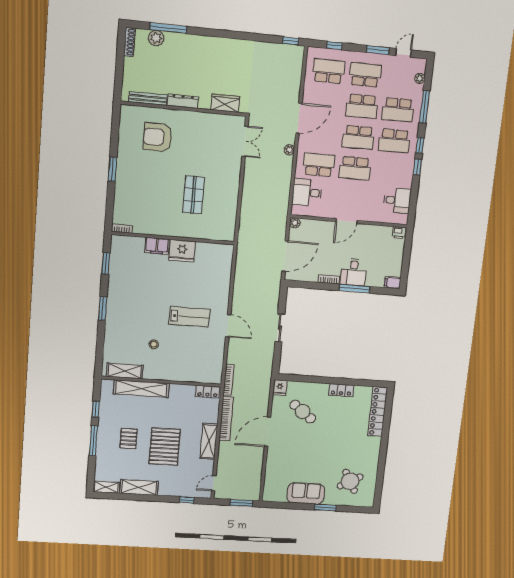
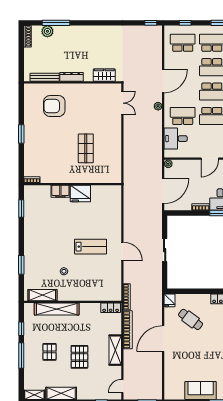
window: (103, 308) -> (21, 265), moved
pallet: (165, 447) -> (79, 357), width x0.73, depth x0.71

